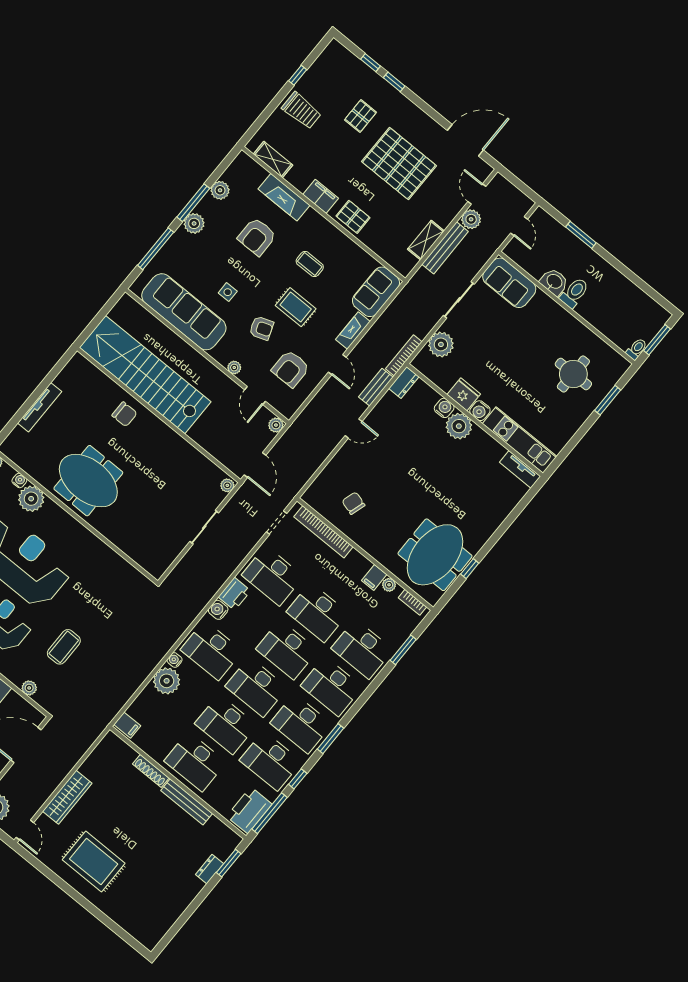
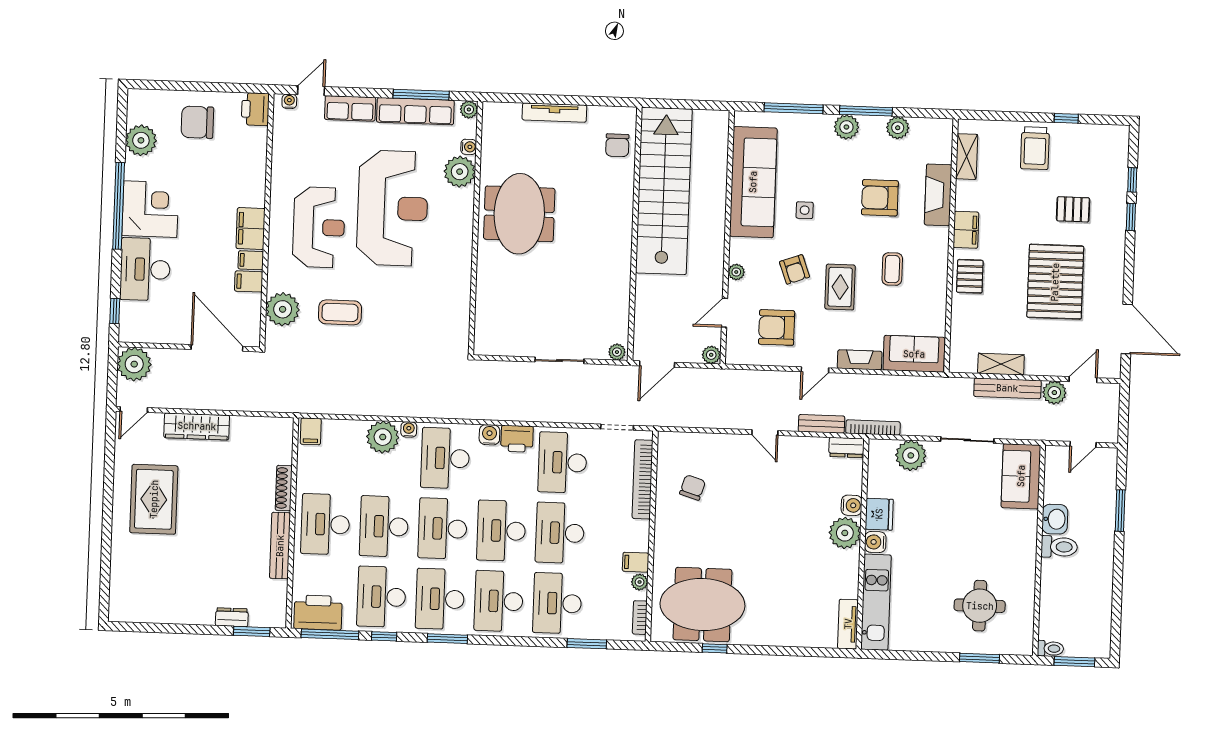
chair: (124, 414) -> (617, 145), moved
plant: (29, 688) -> (283, 309), width x1.88, depth x1.88

